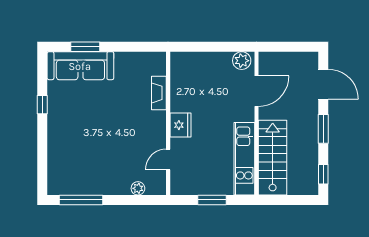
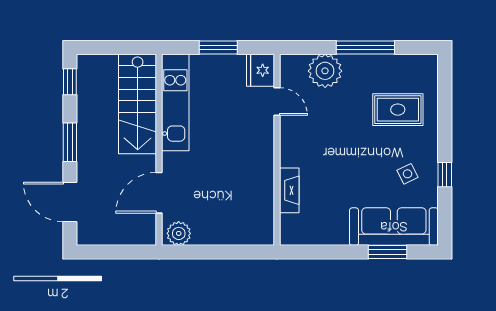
side table: (70, 105) -> (408, 174), added
fridge: (180, 125) -> (260, 70), moved
rug: (77, 153) -> (398, 110), added
door: (168, 159) -> (277, 102), hinge flipped
plant: (138, 188) -> (325, 71), width x1.88, depth x1.88
window: (81, 200) -> (365, 47), moved

